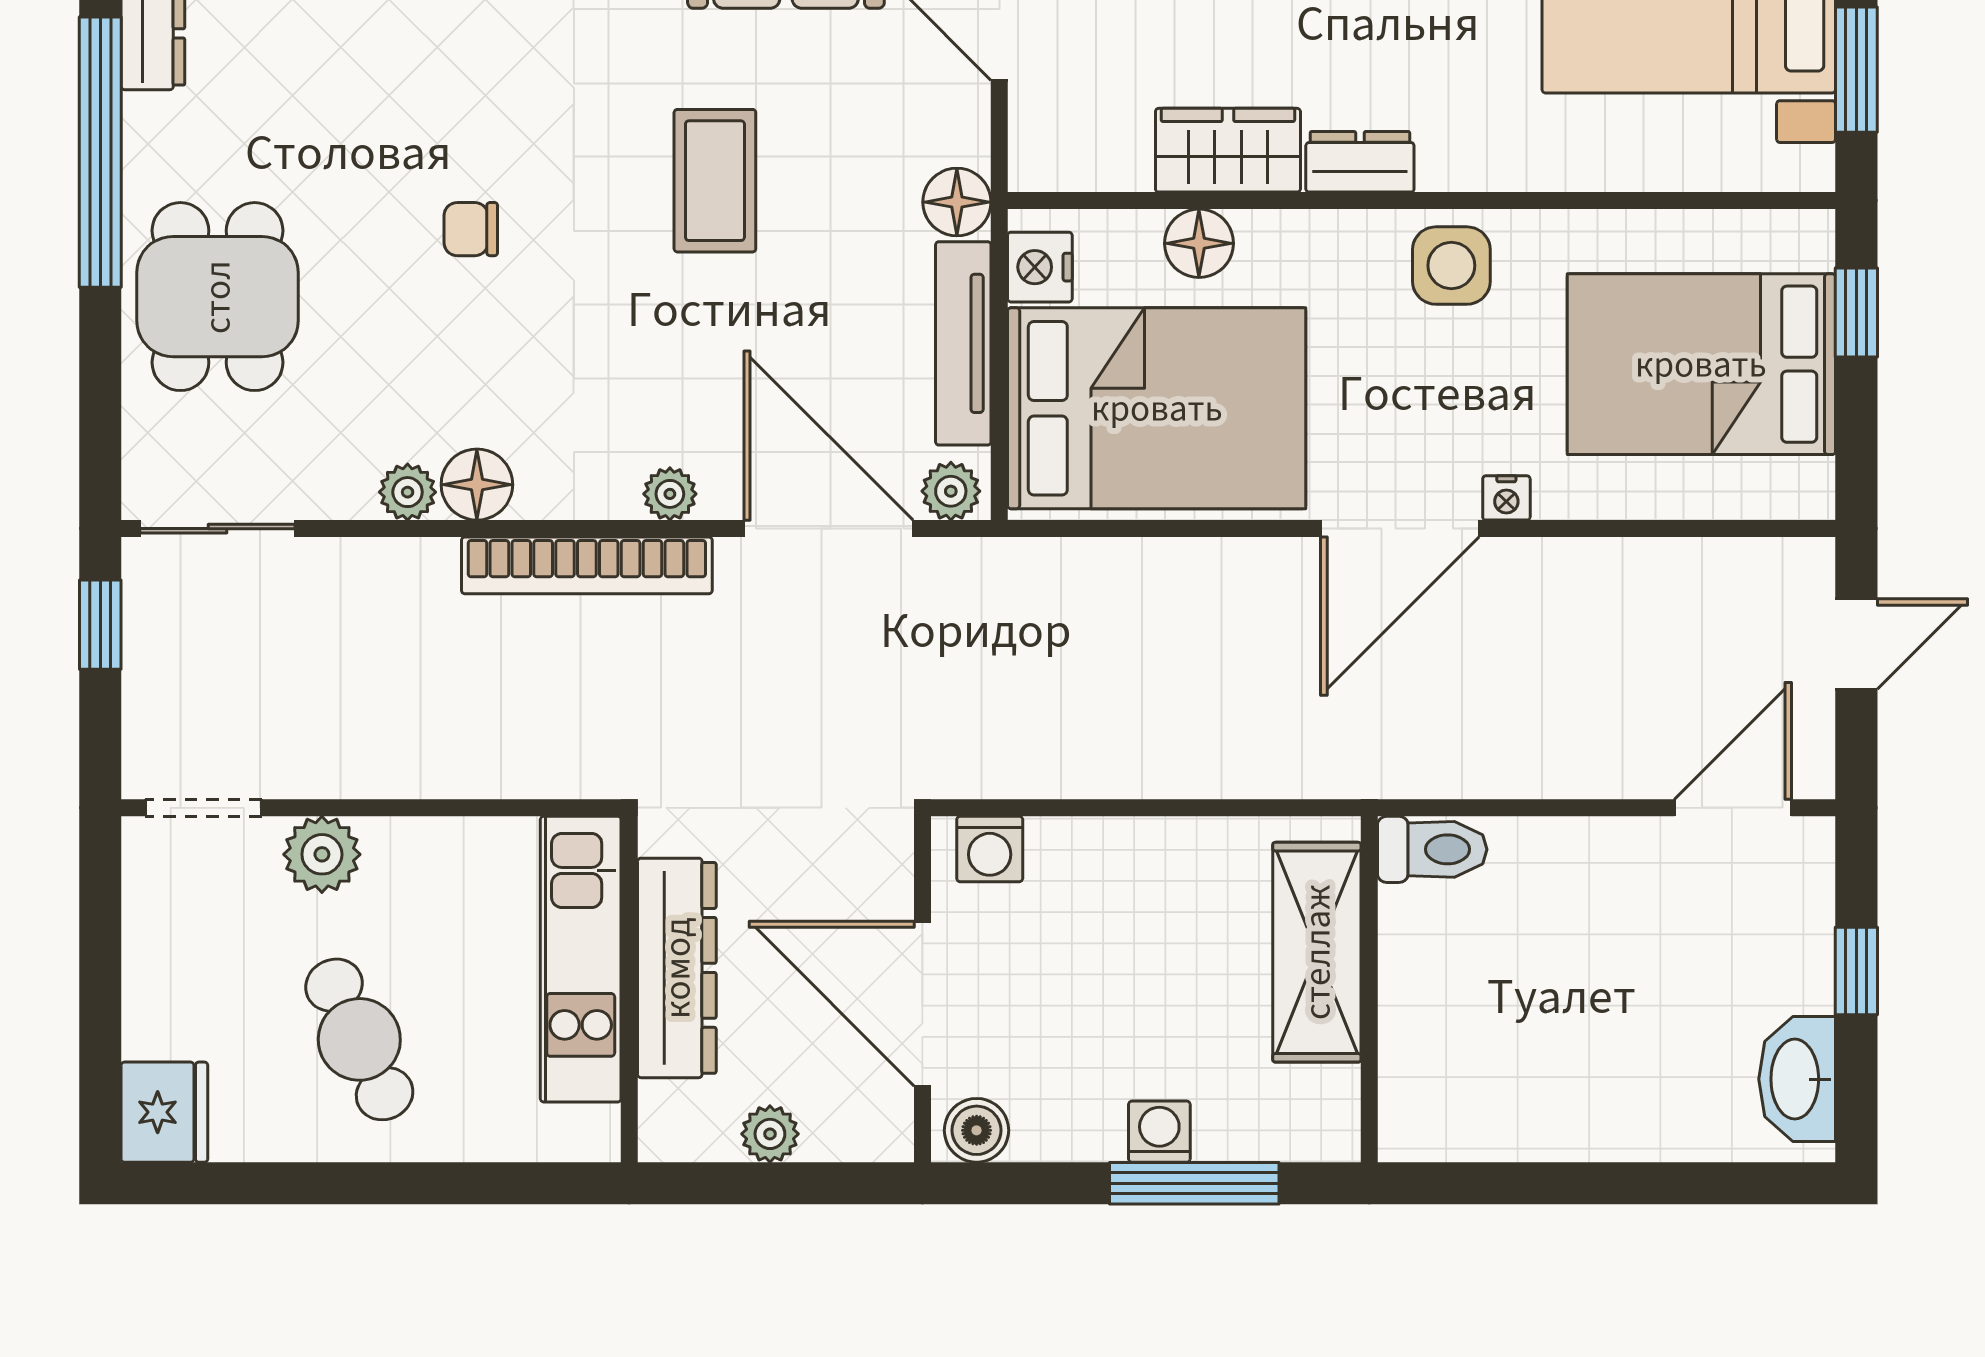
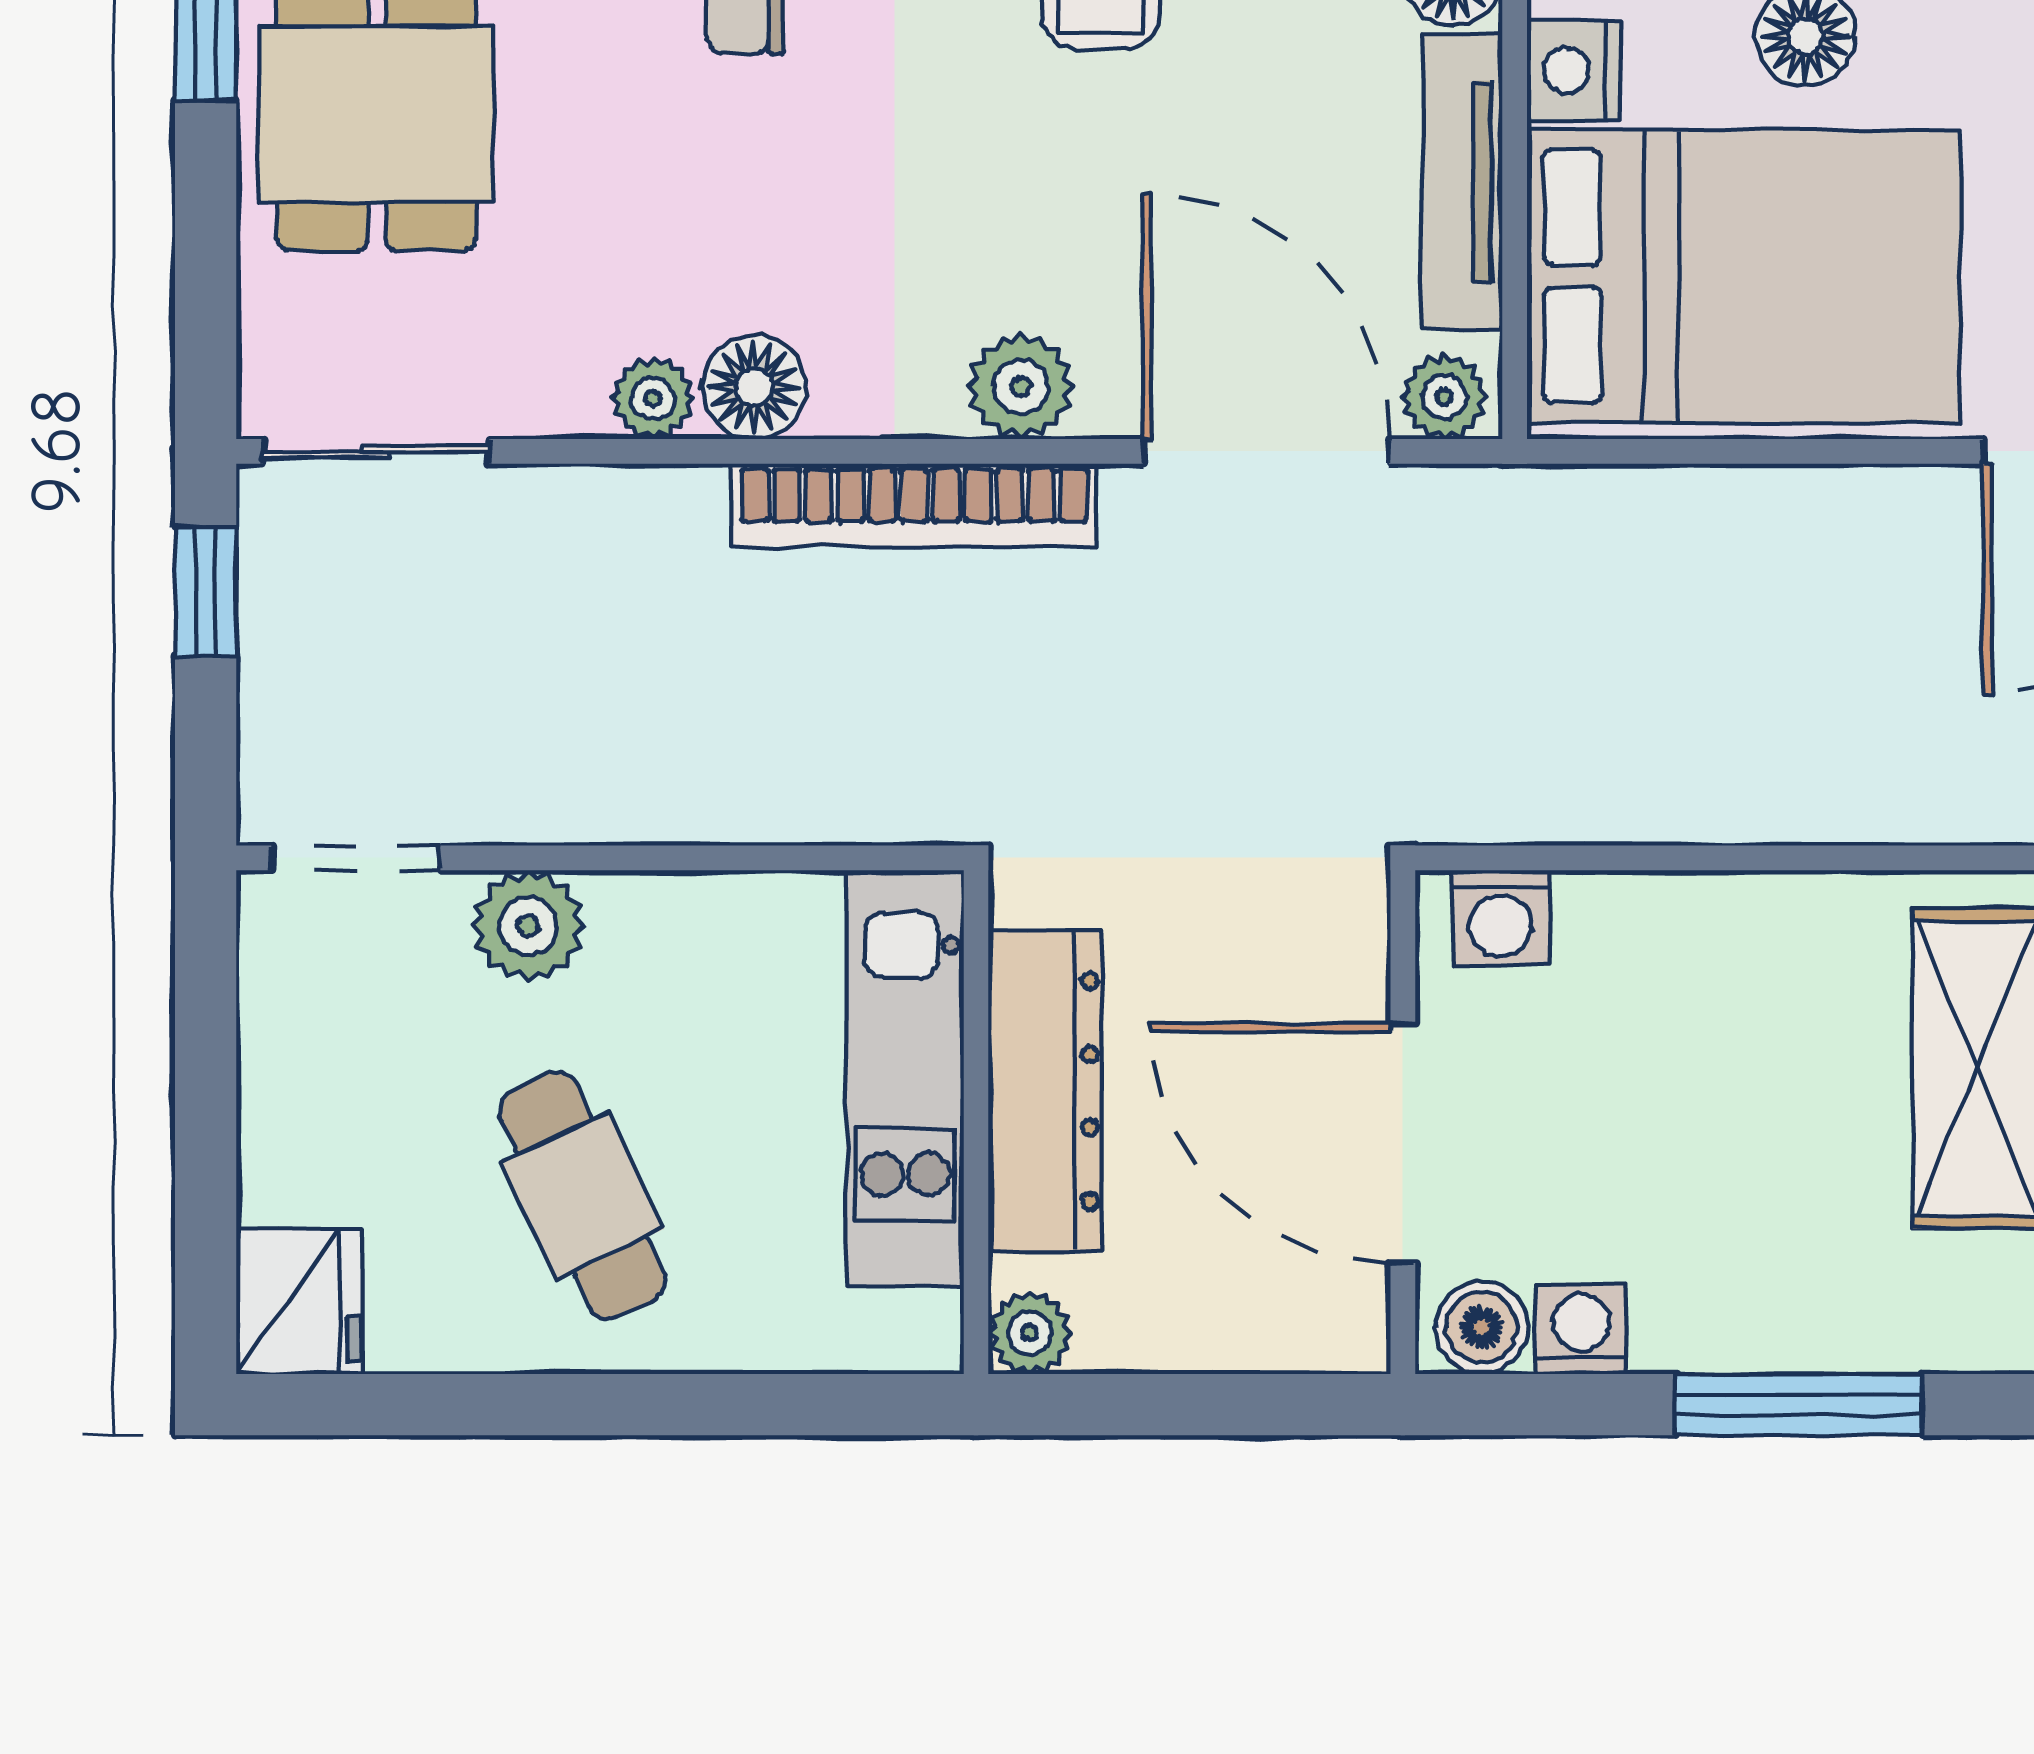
plant: (670, 494) -> (1021, 387), width x1.38, depth x1.38
washing machine: (1159, 1132) -> (1581, 1330), moved
plant: (770, 1134) -> (1030, 1333), moved

